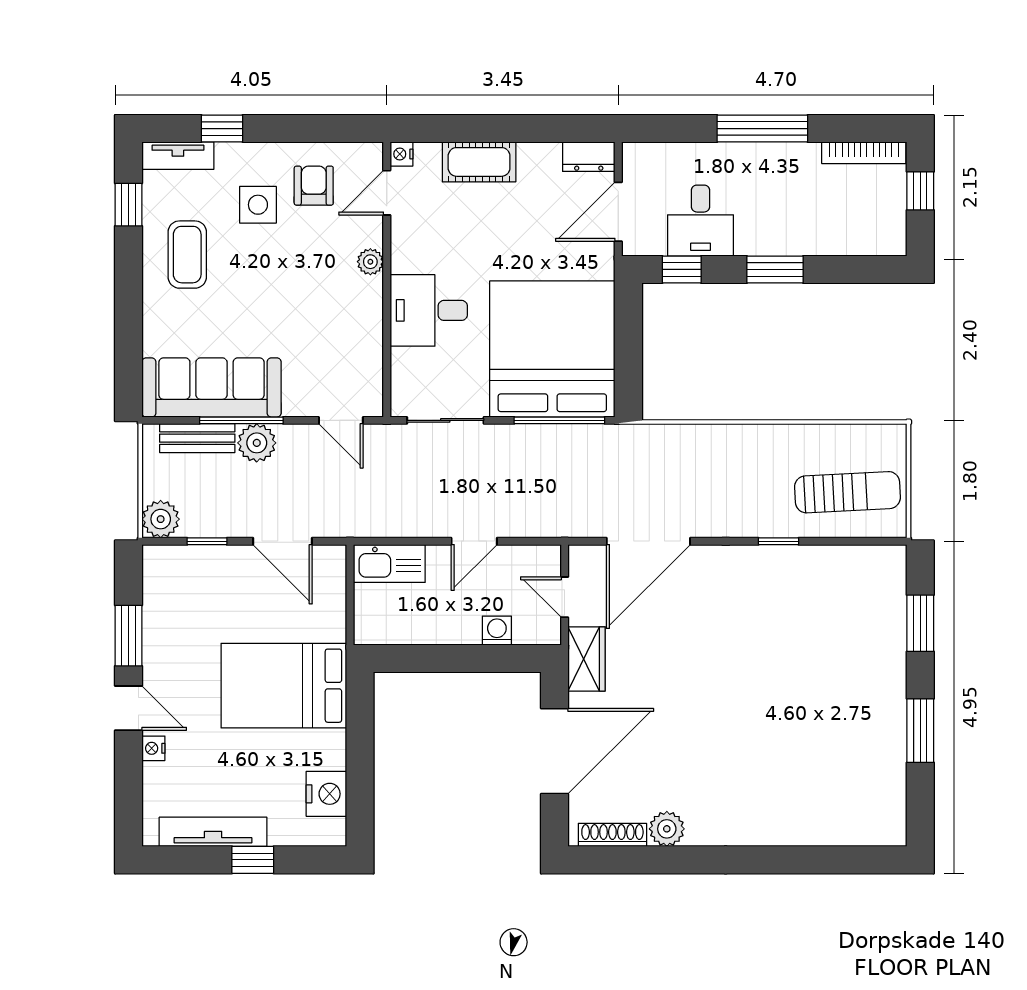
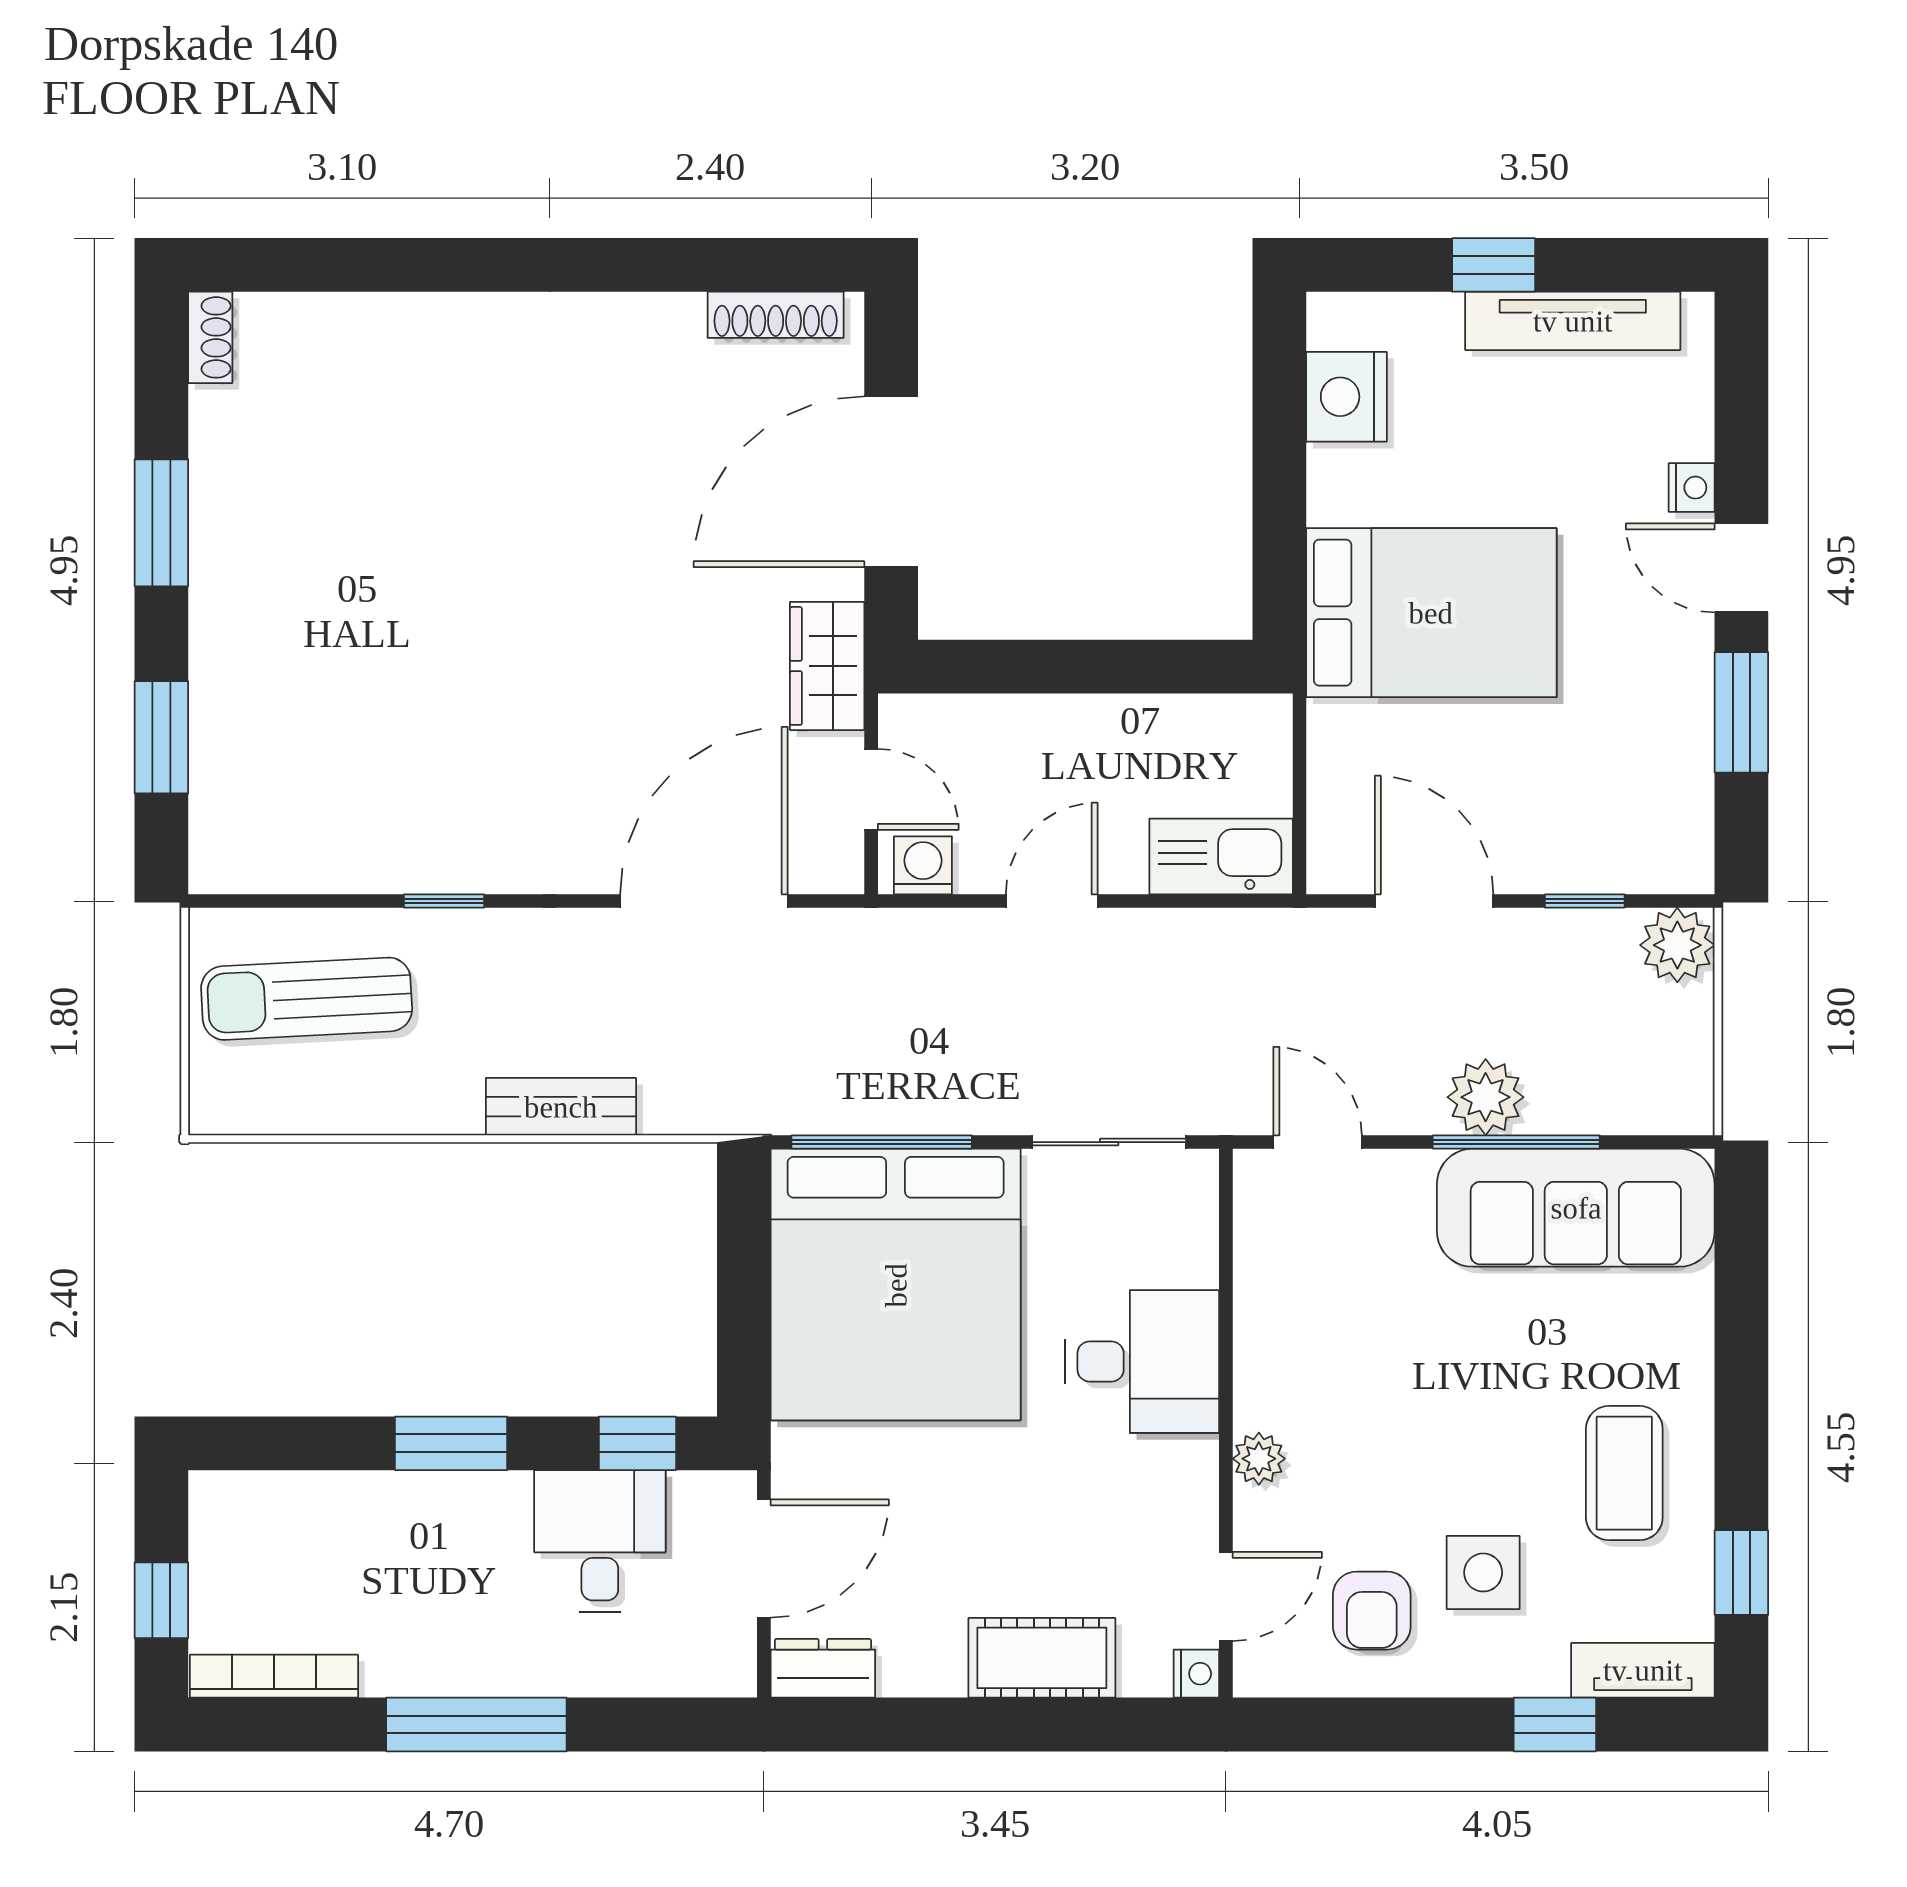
bench: (197, 438) -> (561, 1107), moved
washing machine: (497, 631) -> (923, 865), moved, turned 180
shoe rack: (896, 824) -> (210, 337), added
plant: (667, 829) -> (667, 327), removed

